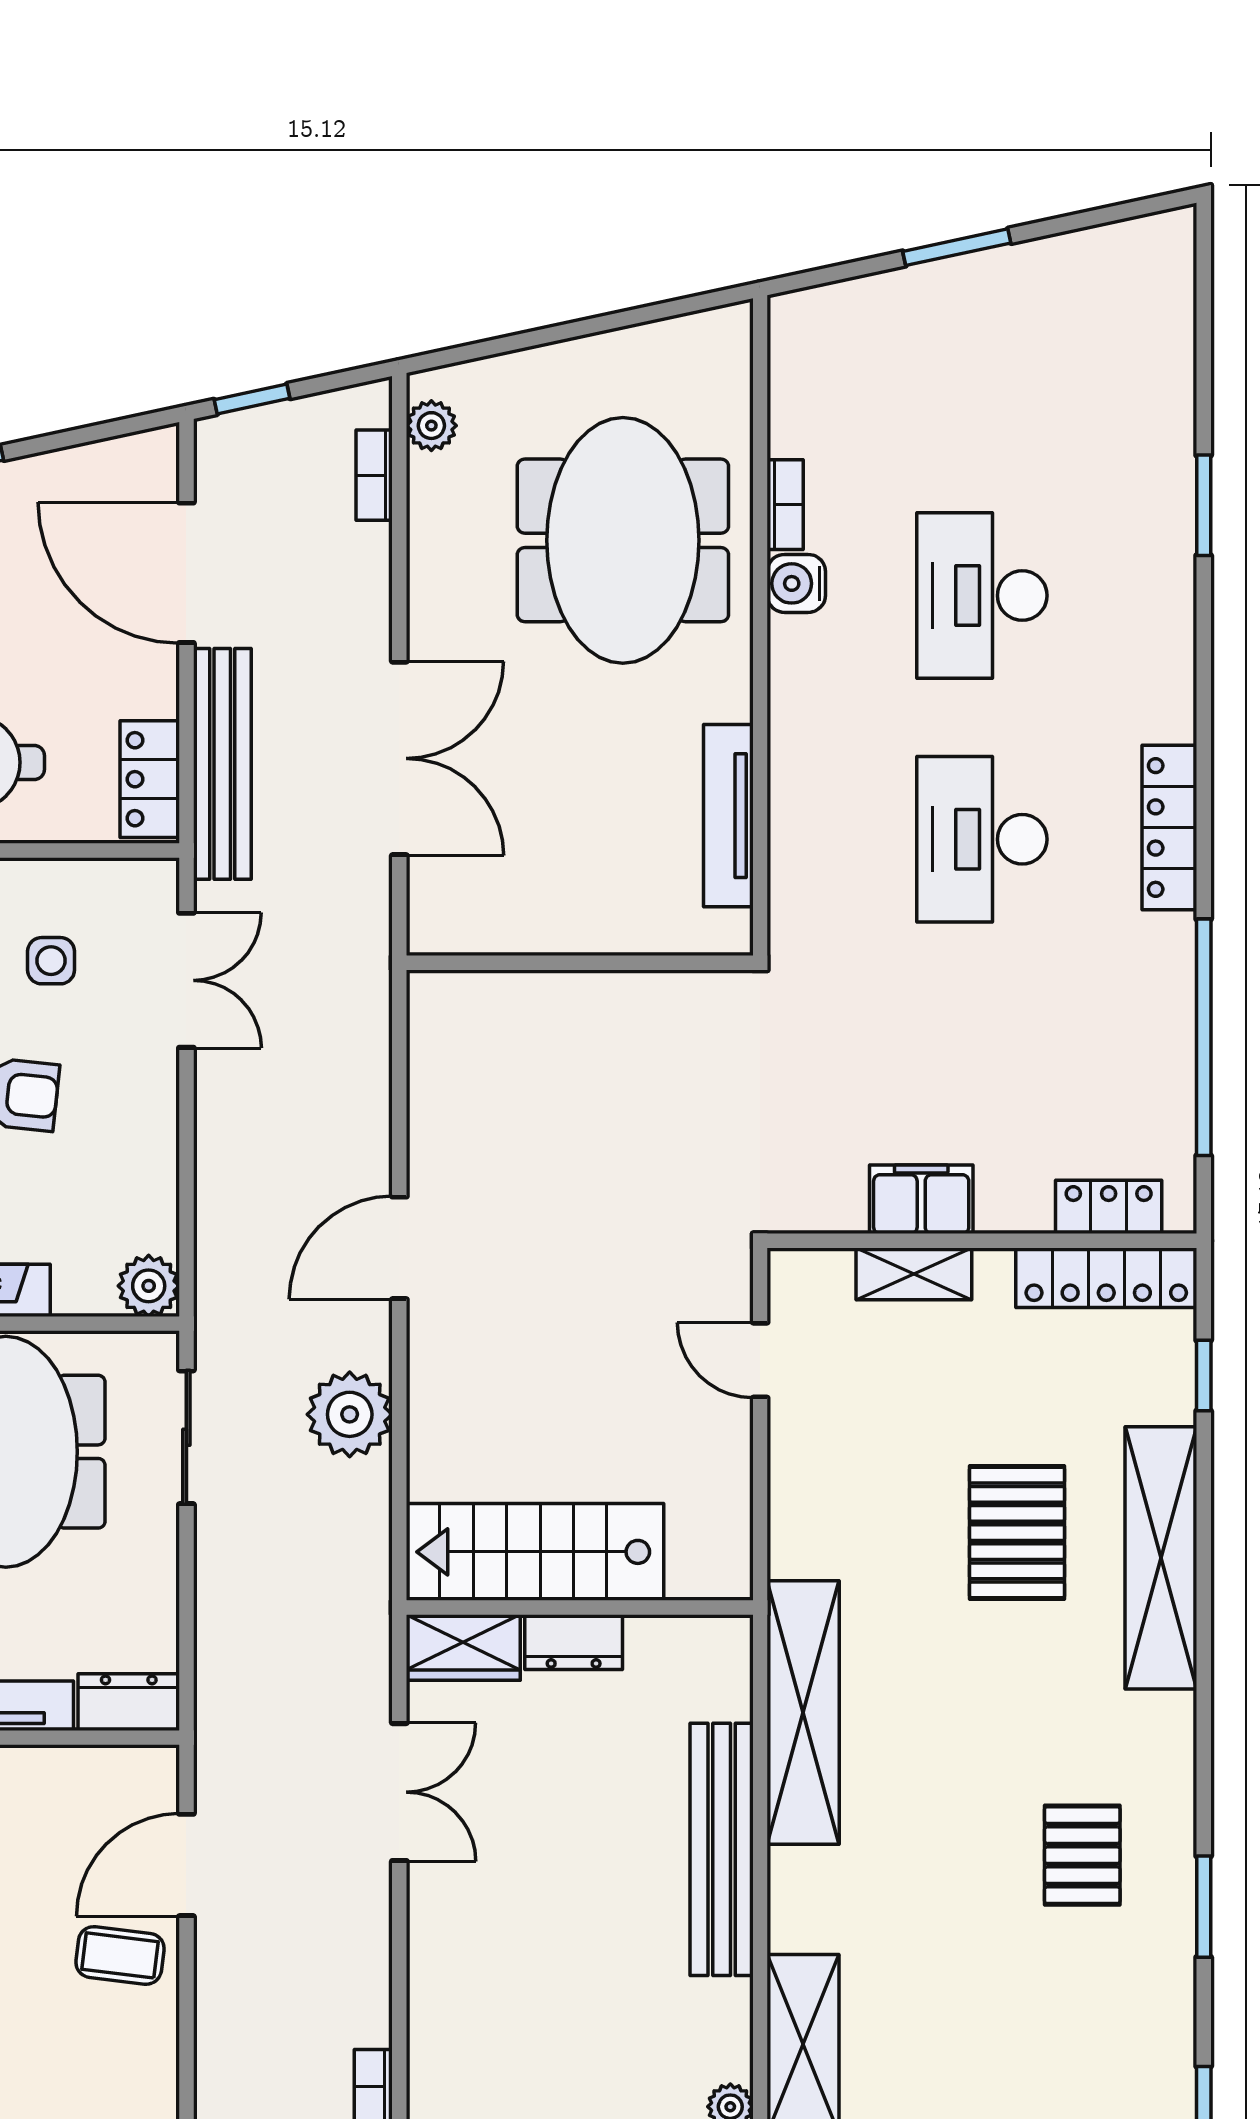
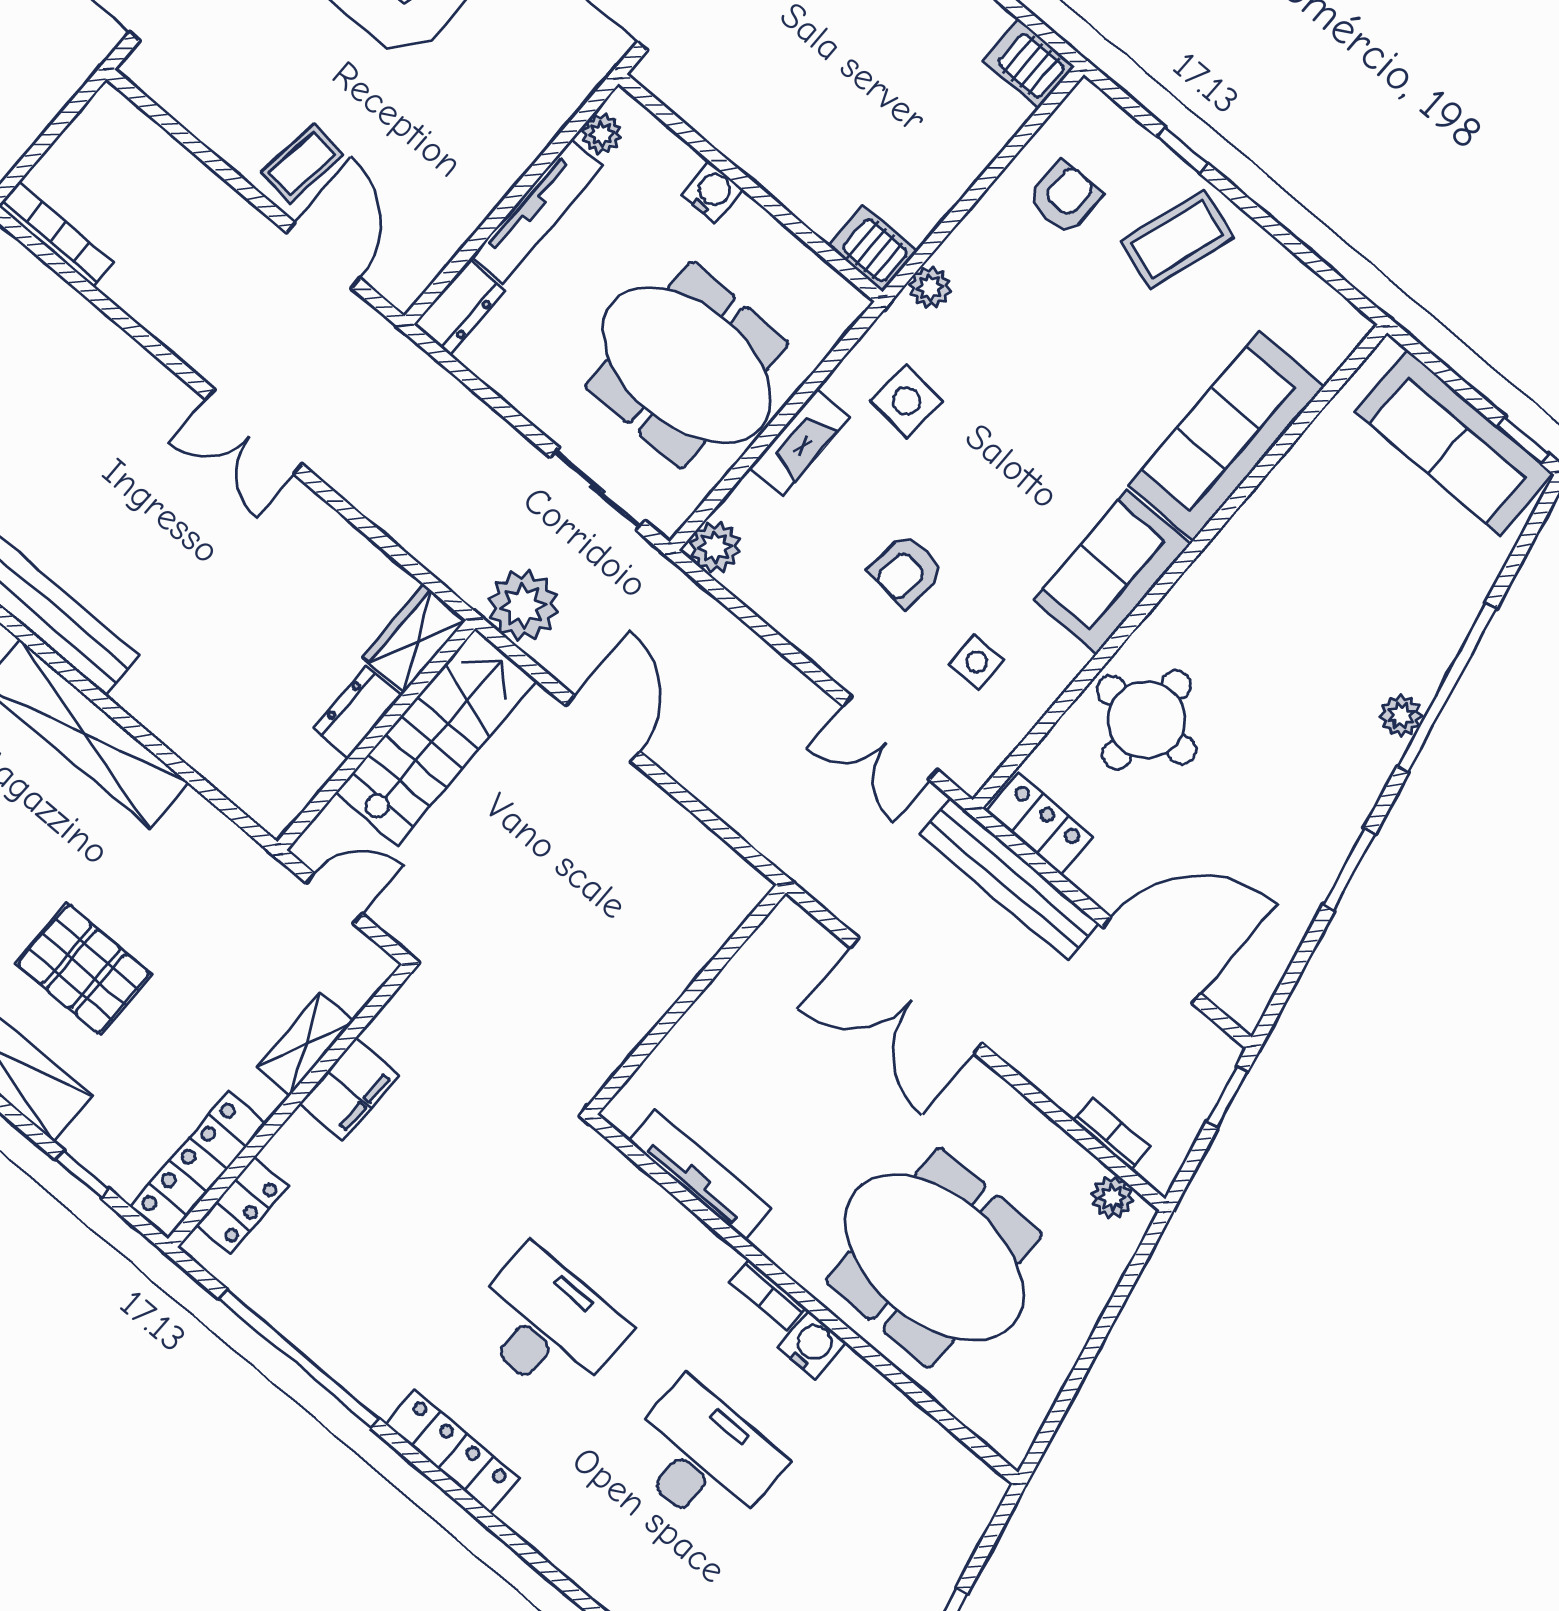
bookcase: (785, 505) -> (768, 1295), moved
stairs: (535, 1552) -> (436, 737), moved
wall: (580, 1607) -> (376, 735), moved
dresser: (574, 1642) -> (357, 712), moved
wardrobe: (463, 1648) -> (414, 639), moved

